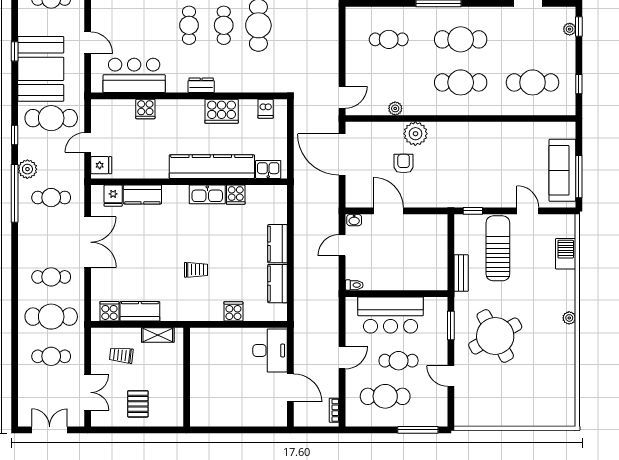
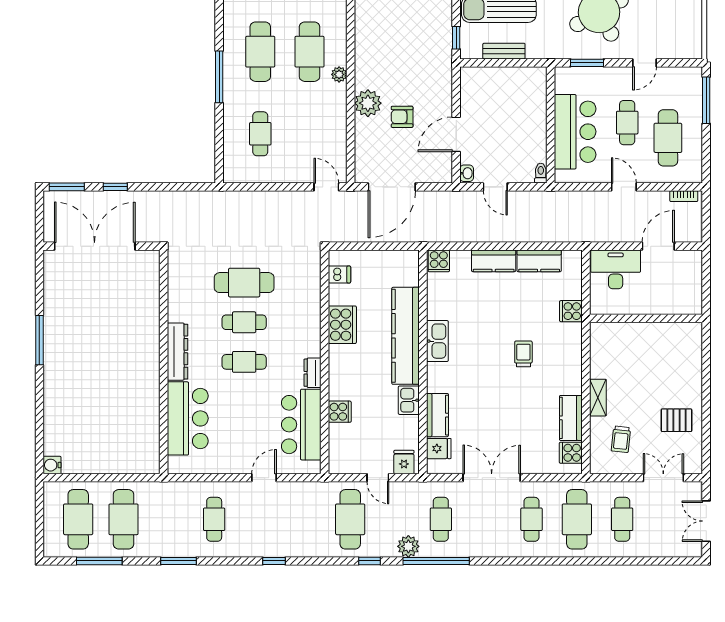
booth: (41, 69) -> (294, 531), removed
dresser: (201, 85) -> (313, 373), moved
plant: (395, 108) -> (339, 74), moved
kitchen sink: (268, 169) -> (409, 400), moved
cooker: (236, 195) -> (439, 261), moved, turned 90
bench: (461, 273) -> (504, 51), moved
wall: (187, 377) -> (646, 318), moved

